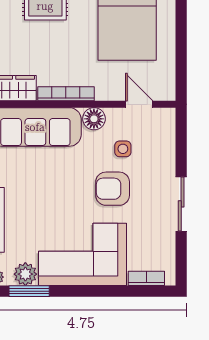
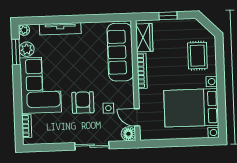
door: (139, 104) -> (137, 117), swing flipped
floor lamp: (94, 119) -> (128, 134), moved
sliding door: (181, 204) -> (92, 146), moved

